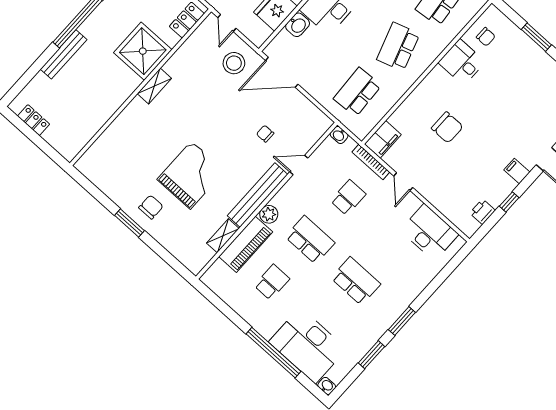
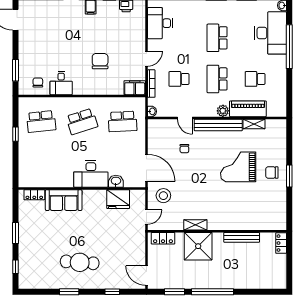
window: (536, 37) -> (15, 70), moved
bench: (64, 54) -> (242, 237), moved
shelving: (154, 86) -> (195, 225), moved
locker: (34, 120) -> (281, 243), moved

